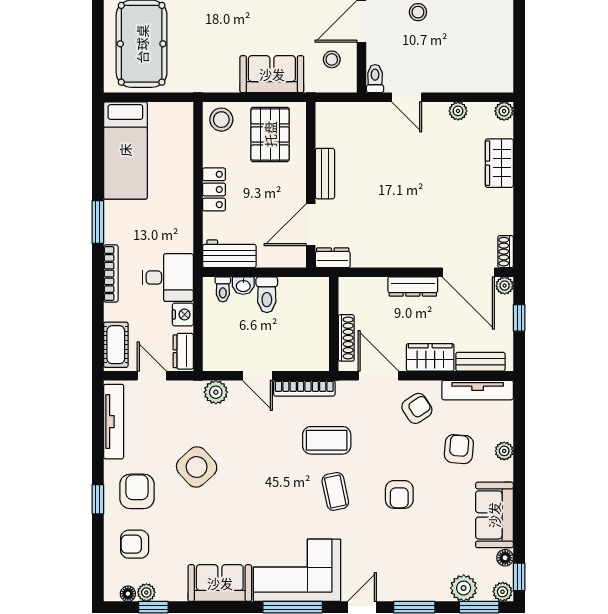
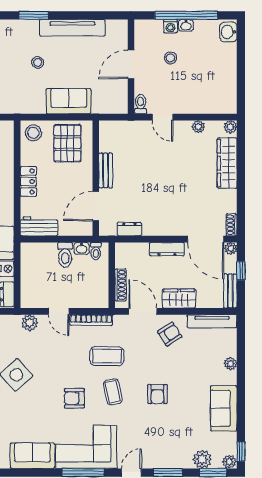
stool: (332, 59) -> (38, 62), moved
wardrobe: (499, 163) -> (227, 163), width x1.50
dresser: (333, 258) -> (129, 229), moved
washbasin: (243, 286) -> (82, 248), moved
toilet: (223, 289) -> (96, 251), moved
bench: (480, 362) -> (230, 291), moved, turned 90
armchair: (459, 449) -> (74, 398), moved, turned -95
floor lamp: (505, 558) -> (231, 438), removed

